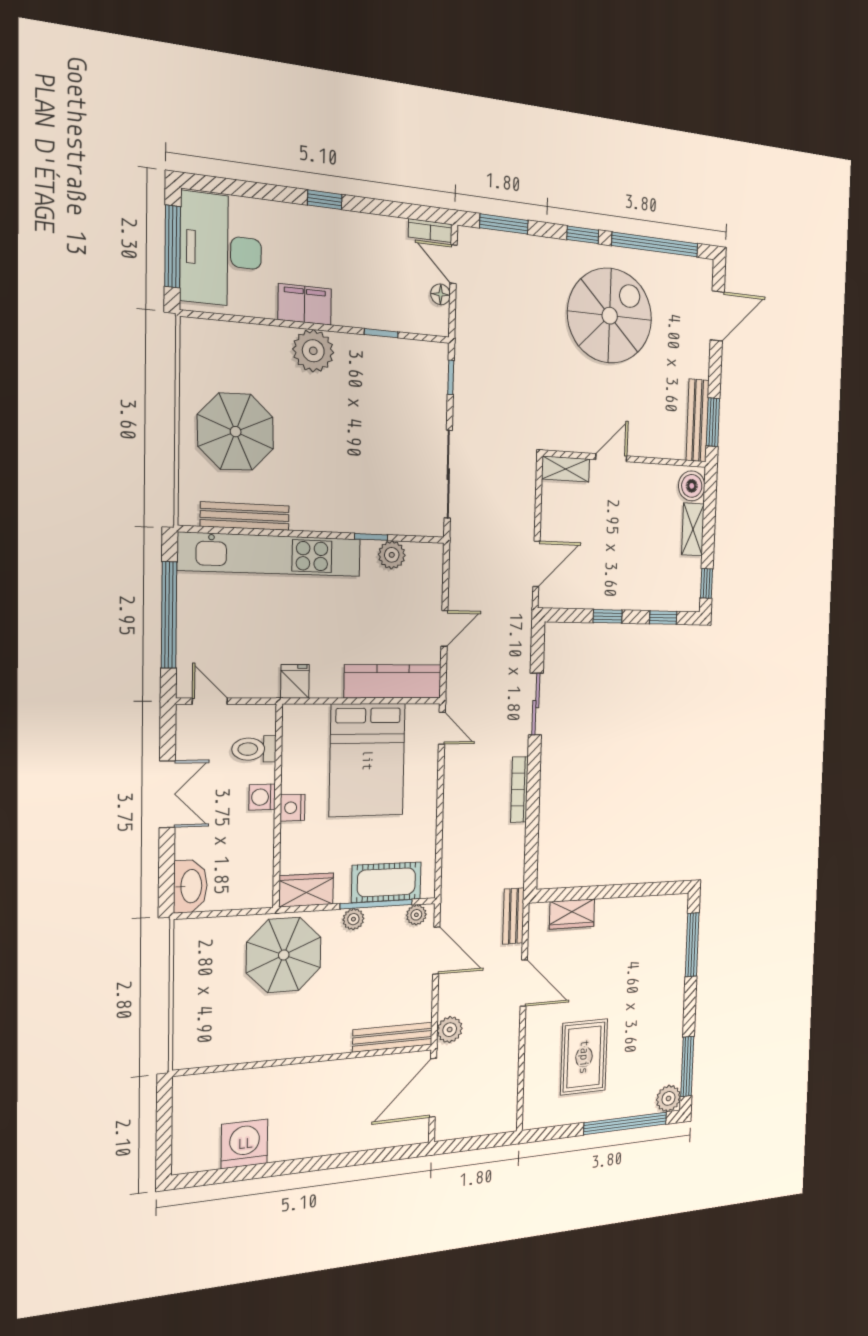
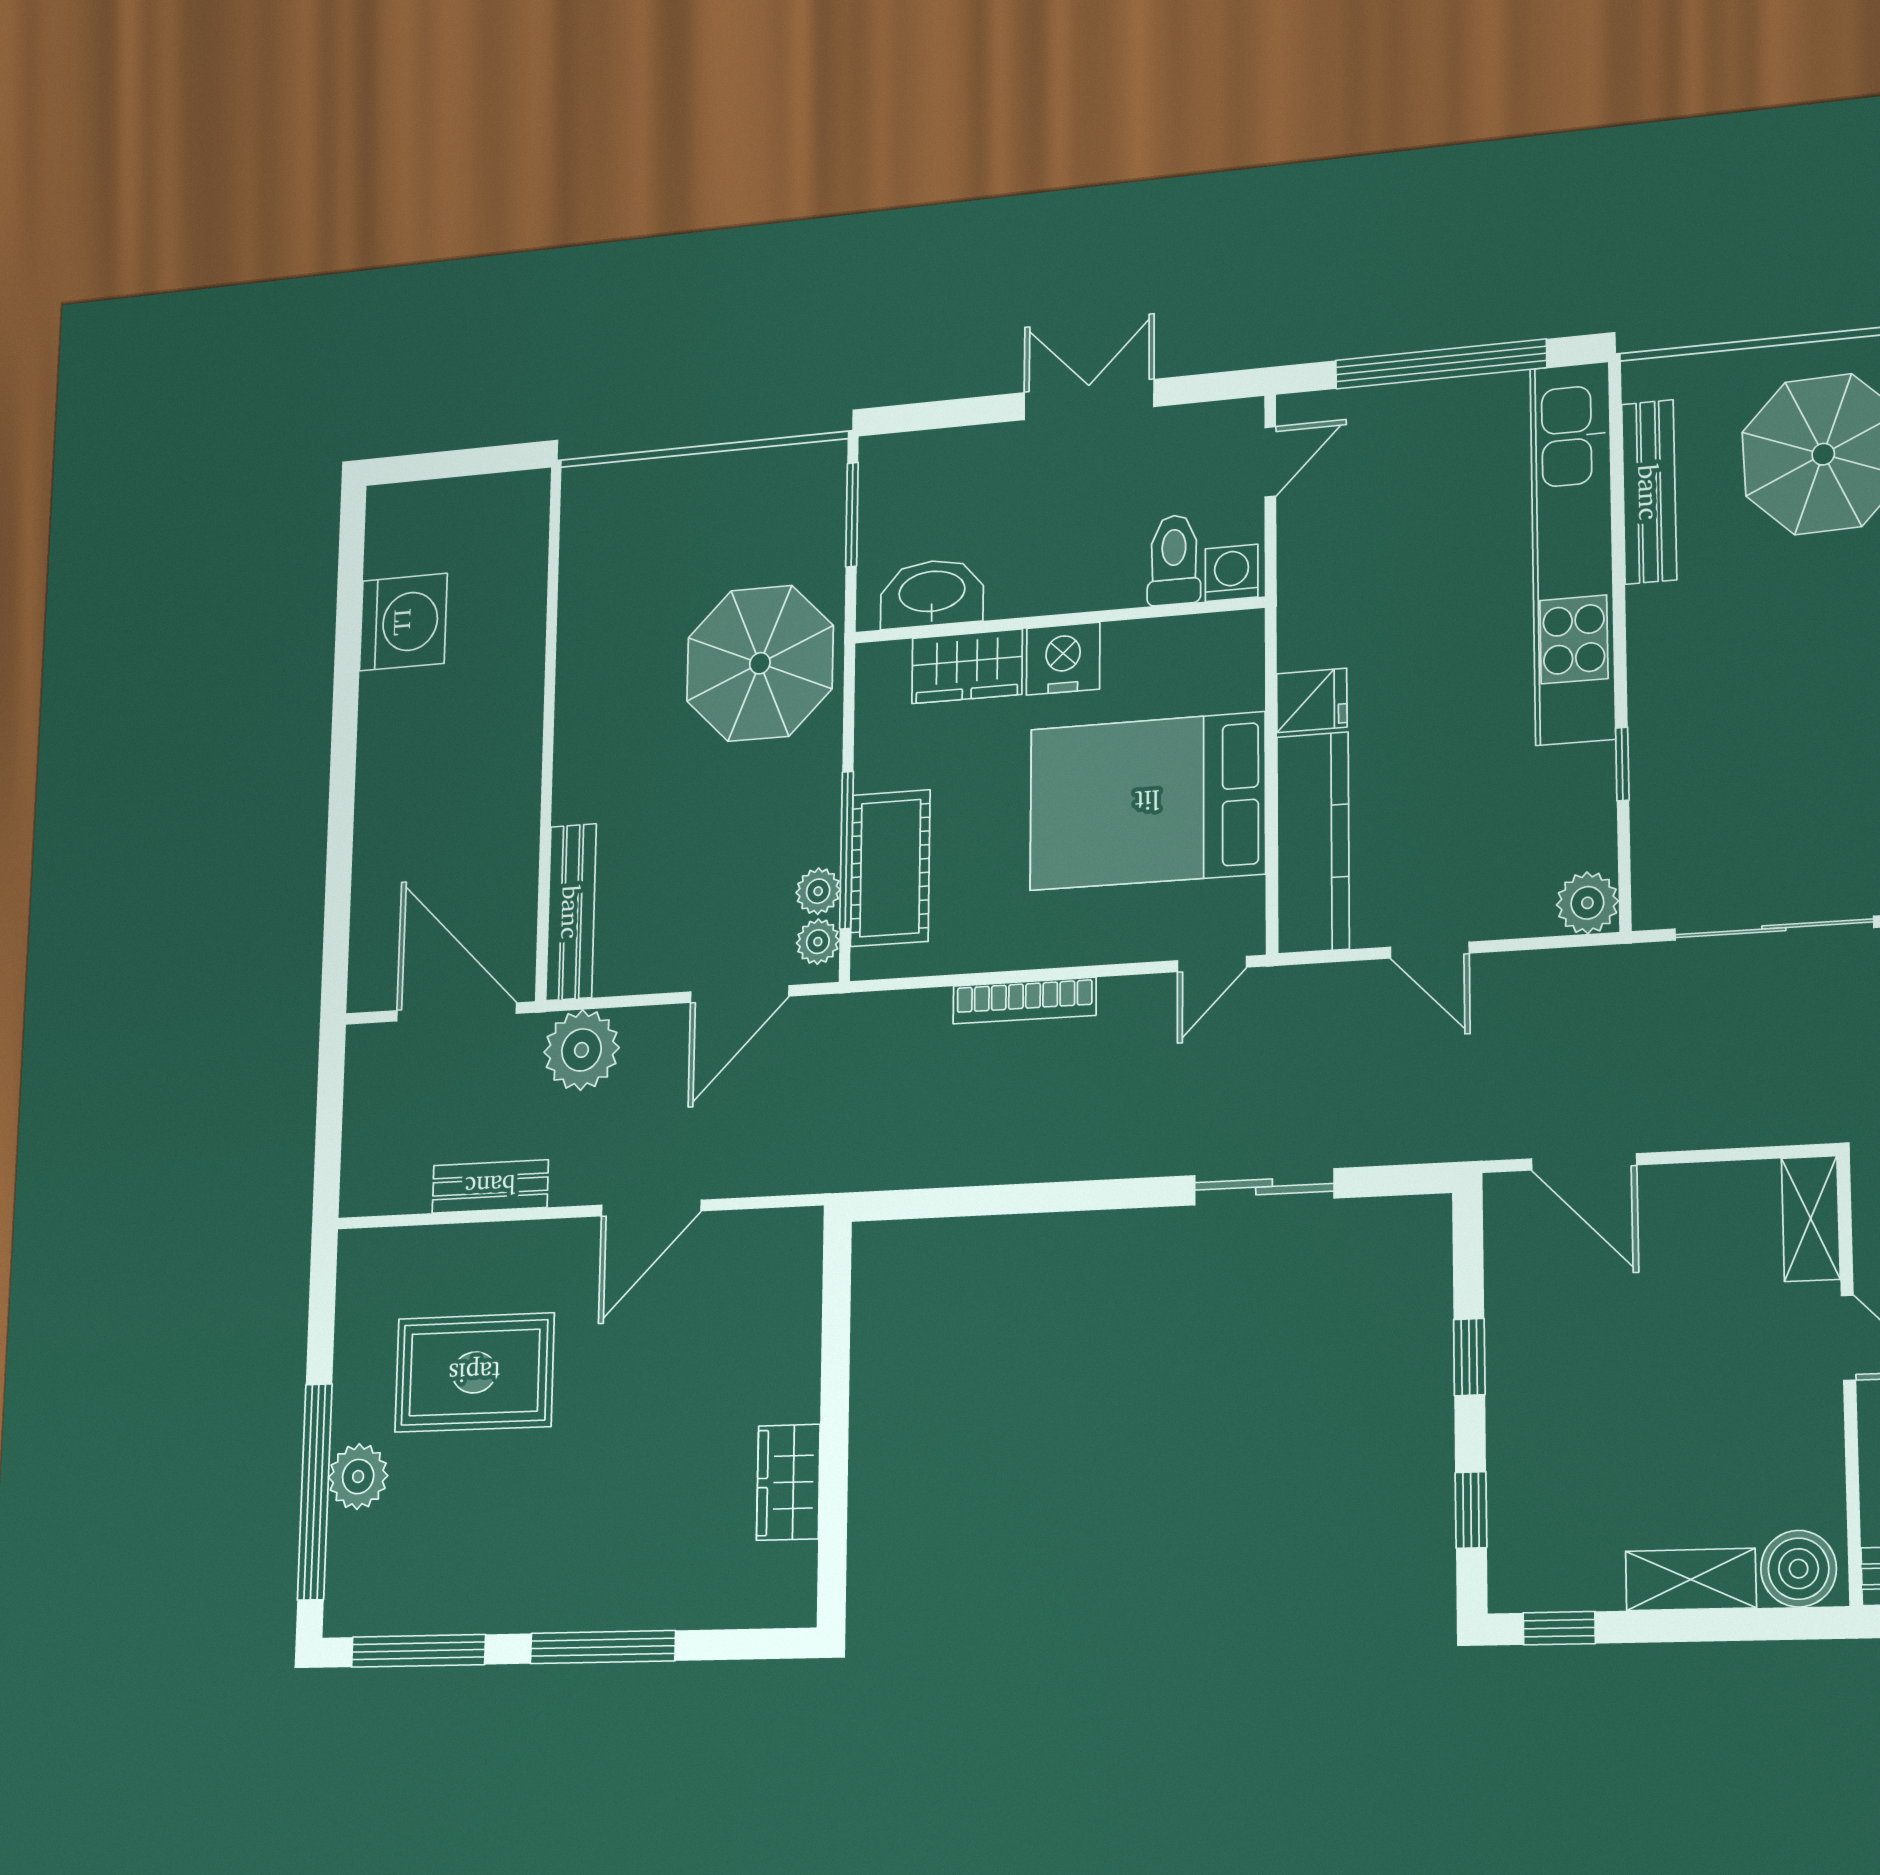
plant: (392, 555) -> (1587, 903), moved
fridge: (295, 681) -> (1312, 700), moved
bookcase: (519, 790) -> (1024, 1001), moved, turned 180
double door: (167, 794) -> (1089, 400), swing flipped
washing machine: (262, 797) -> (1232, 573), moved
nightstand: (293, 808) -> (1063, 659), width x1.36, depth x1.33
washbasin: (190, 886) -> (932, 593), moved, turned 180
wardrobe: (306, 890) -> (967, 666), moved, turned 90
window: (214, 914) -> (852, 515), added
wardrobe: (572, 914) -> (788, 1482), moved
bench: (513, 916) -> (490, 1186), moved
plant: (353, 919) -> (818, 891), moved
window: (692, 945) -> (603, 1647), moved
plant: (450, 1030) -> (581, 1050), width x1.36, depth x1.36
plant: (669, 1098) -> (358, 1477), moved

